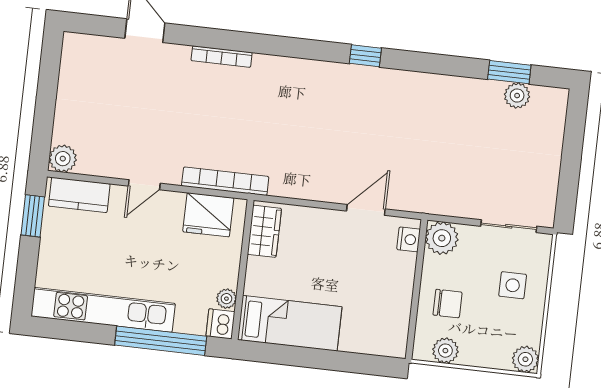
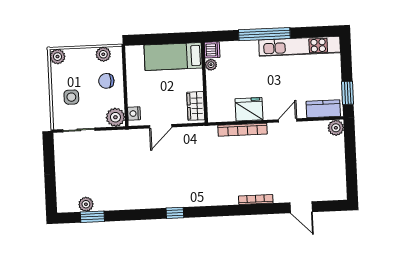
wardrobe: (264, 231) -> (196, 106), moved
wall: (243, 270) -> (204, 82), moved
plant: (226, 299) -> (211, 65), moved
bed: (290, 323) -> (173, 57), moved
dishwasher: (220, 324) -> (212, 50), moved

